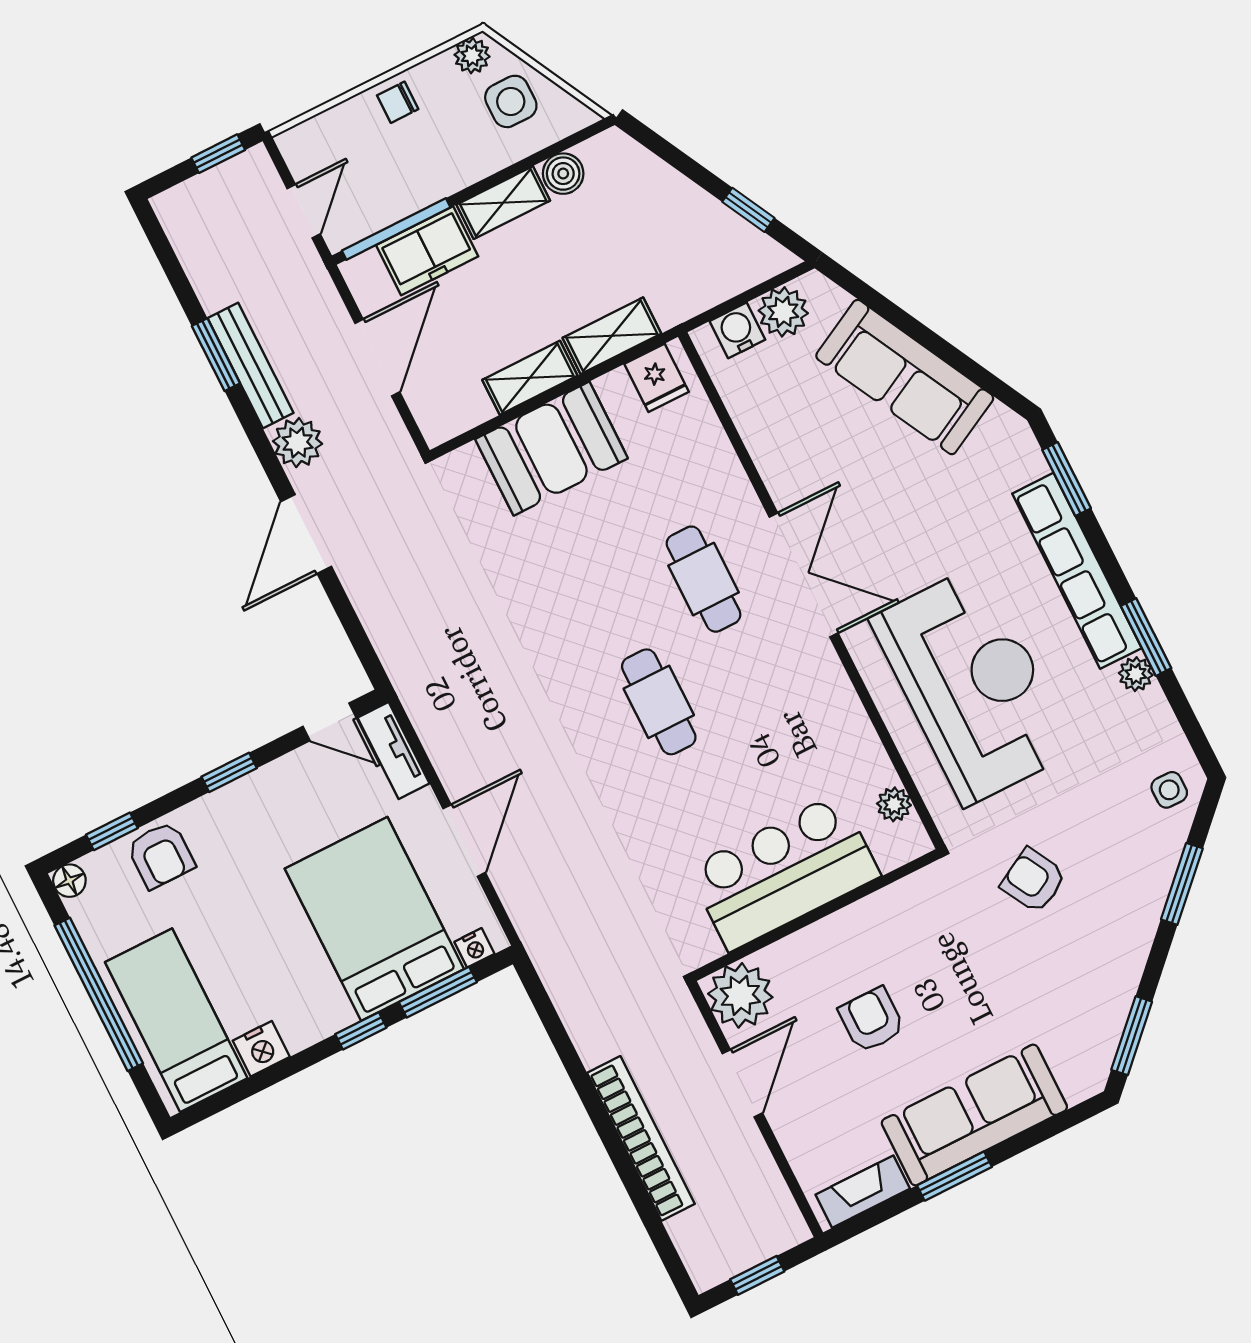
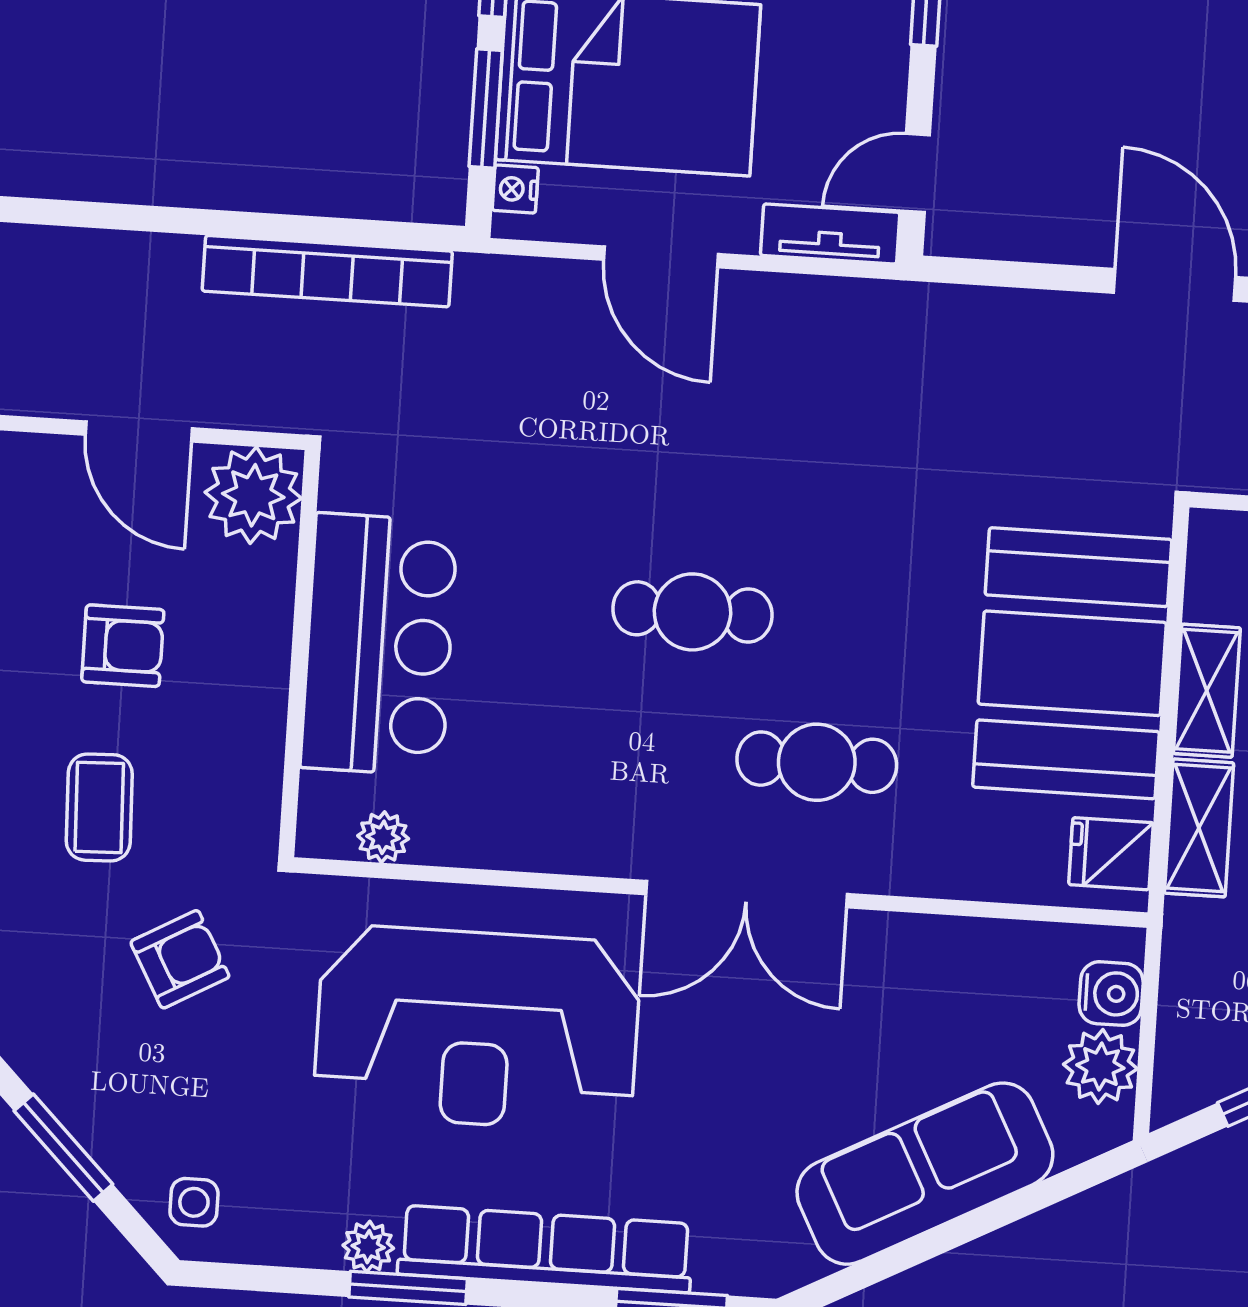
booth: (551, 449) -> (1072, 663), width x1.36, depth x1.42
coffee table: (973, 979) -> (99, 807), added
bookcase: (641, 1138) -> (327, 271), moved

